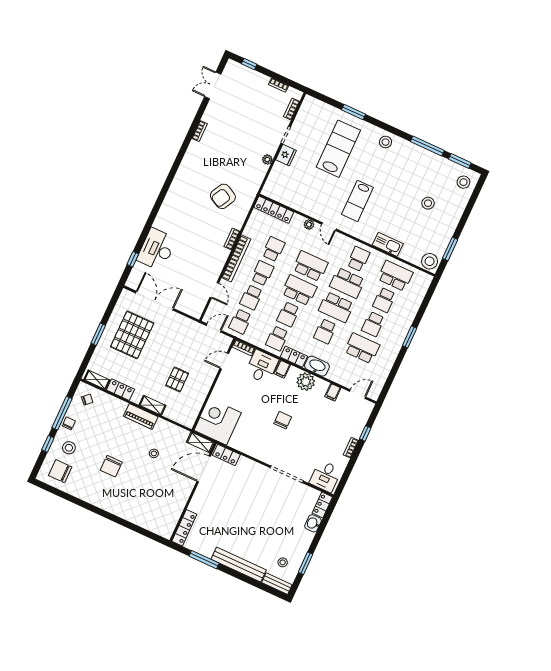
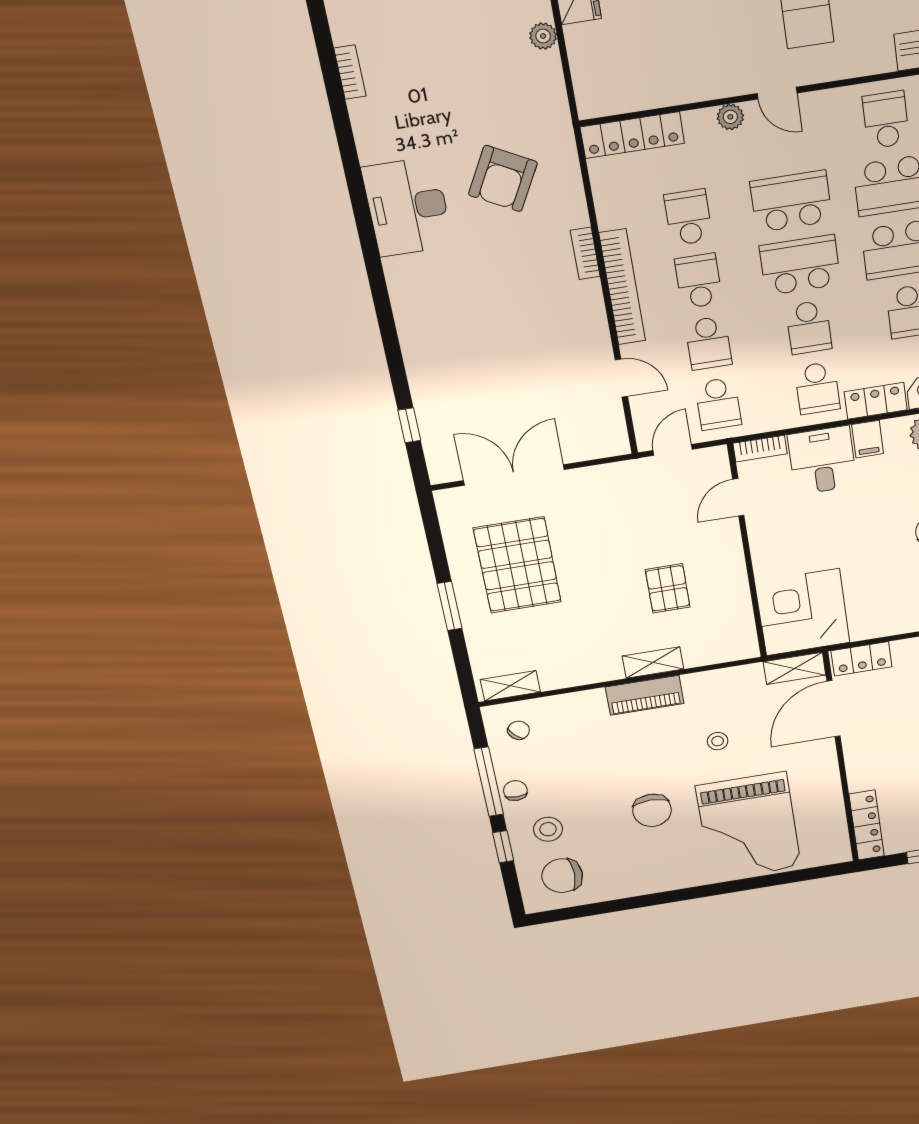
desk: (157, 249) -> (407, 207), moved
locker: (120, 390) -> (569, 674), removed
grand piano: (141, 498) -> (749, 826), added

